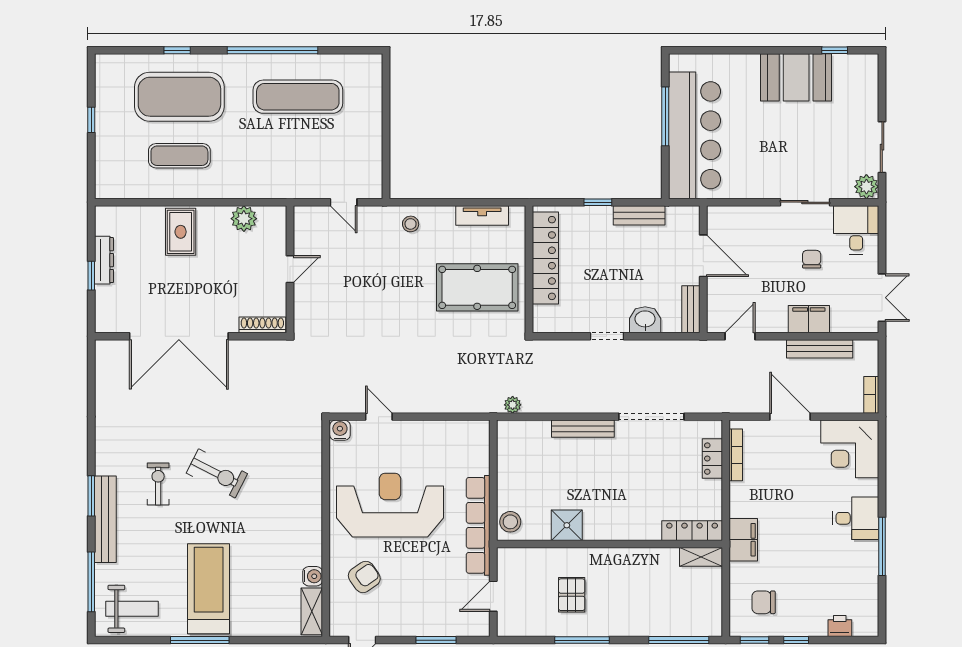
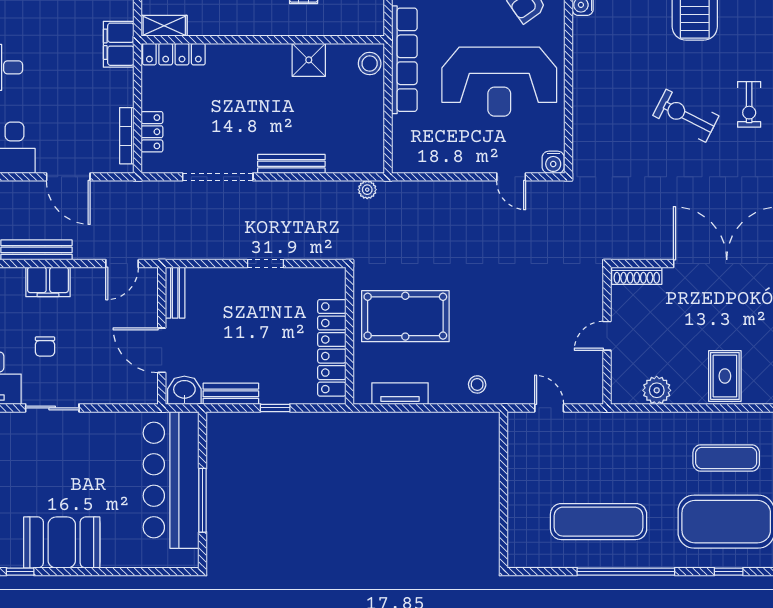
washbasin: (645, 320) -> (184, 390), moved, turned 180

